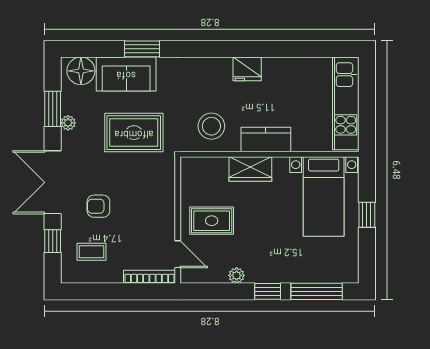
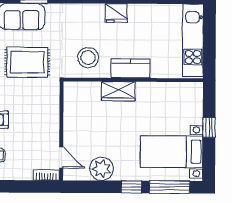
bed with nightstands: (324, 197) -> (172, 152), moved, turned 90
rug: (212, 221) -> (88, 131), removed
plant: (237, 275) -> (102, 169), width x1.87, depth x1.87
bookcase: (149, 277) -> (46, 175), width x0.64

